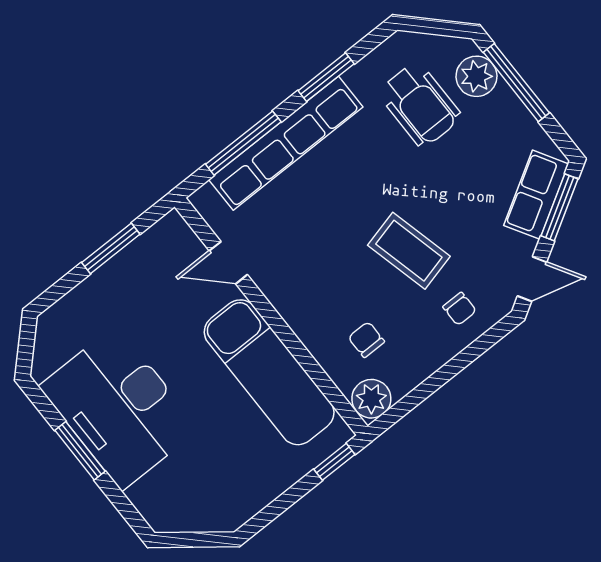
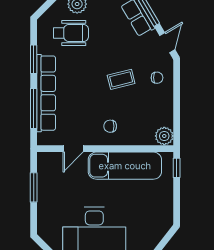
coffee table: (409, 251) -> (121, 79), width x0.73, depth x0.77
chair: (366, 340) -> (110, 126), moved

